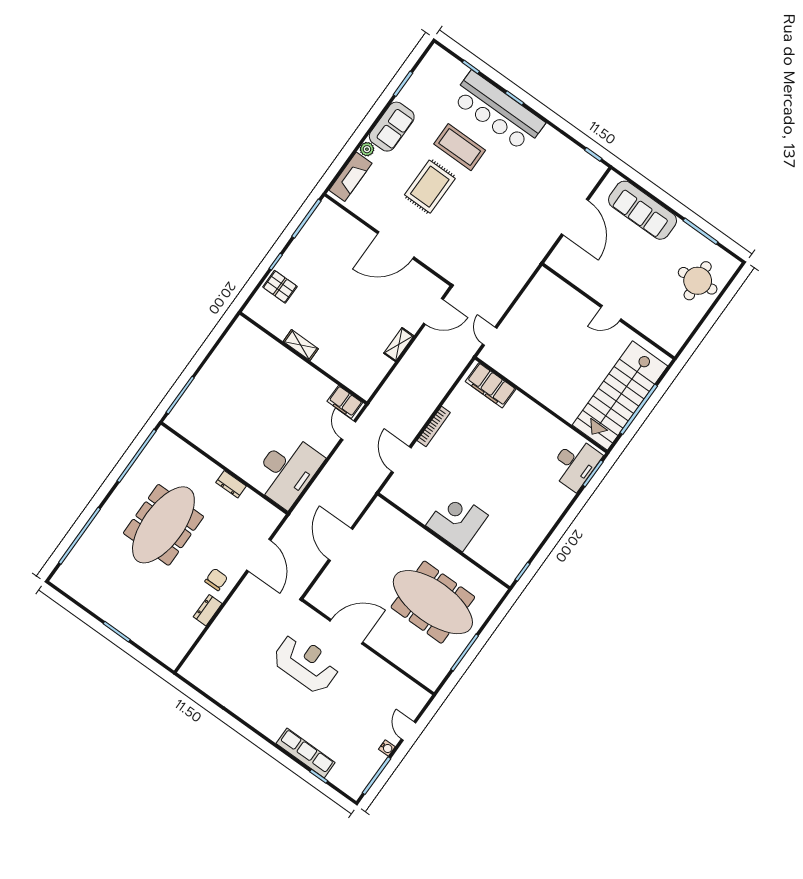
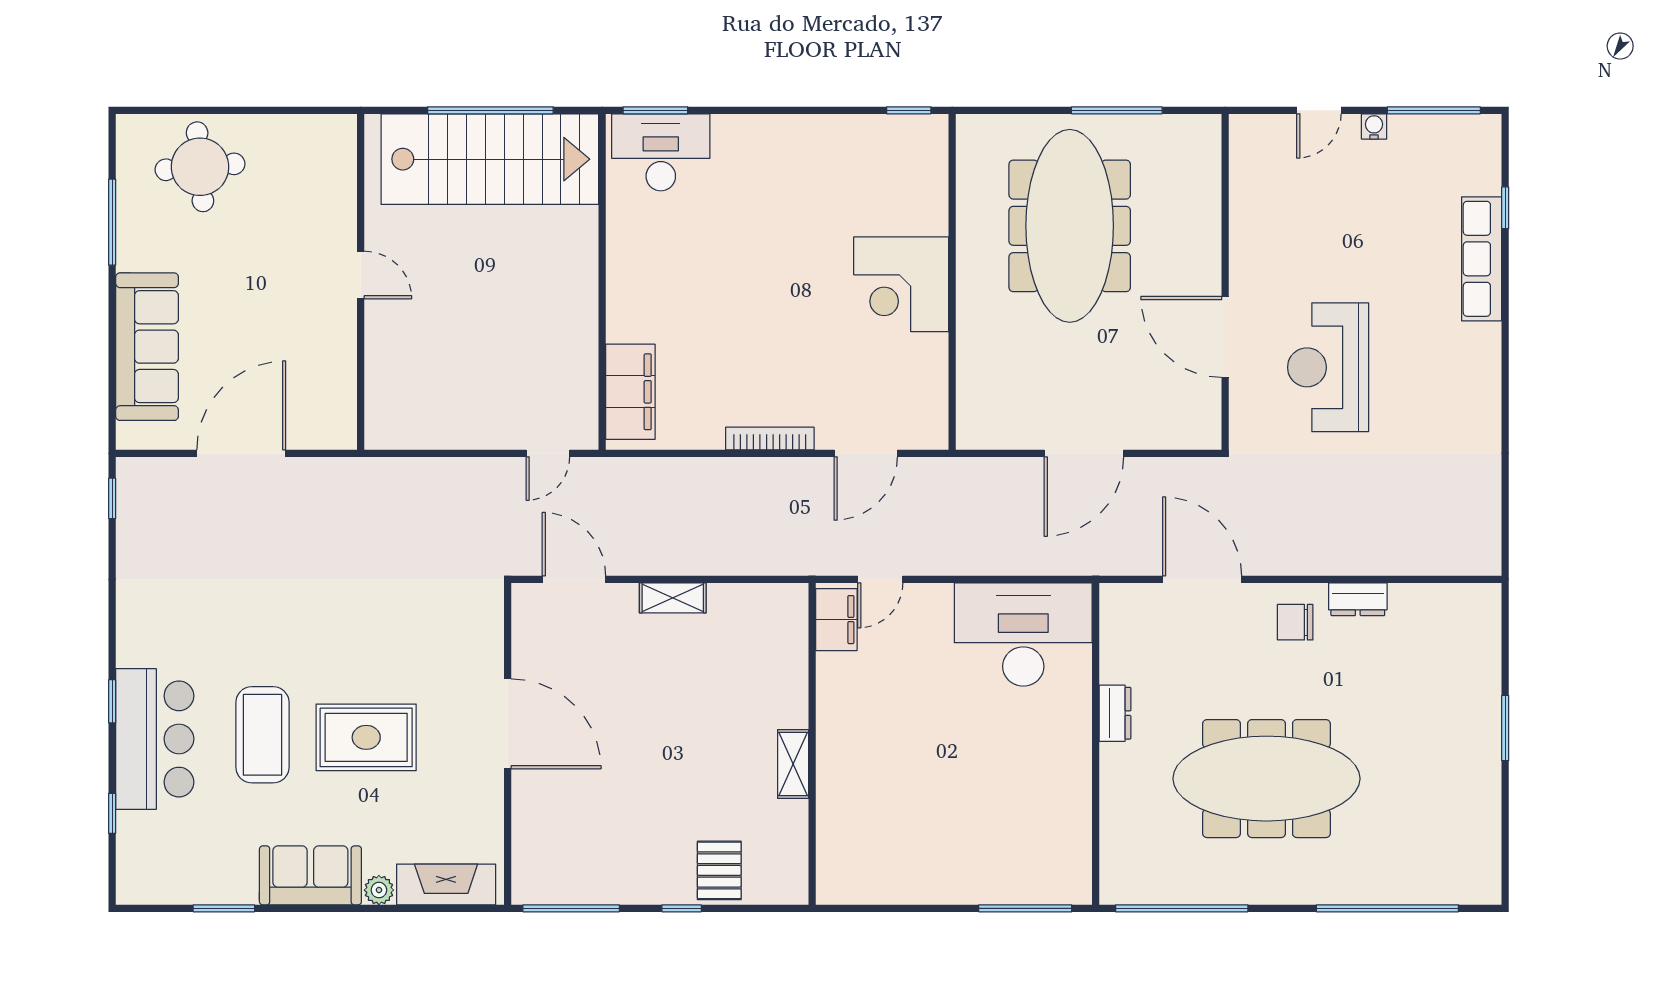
bar counter: (498, 111) -> (155, 739), width x0.73
door: (259, 555) -> (1202, 579), hinge flipped

